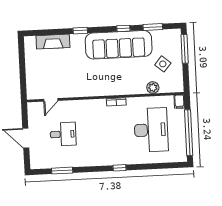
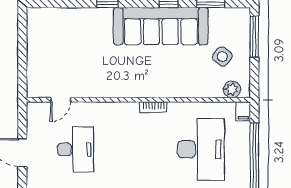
fireplace: (53, 42) -> (68, 17), removed
plant: (153, 88) -> (232, 89), moved
desk: (63, 134) -> (76, 149), width x1.37

